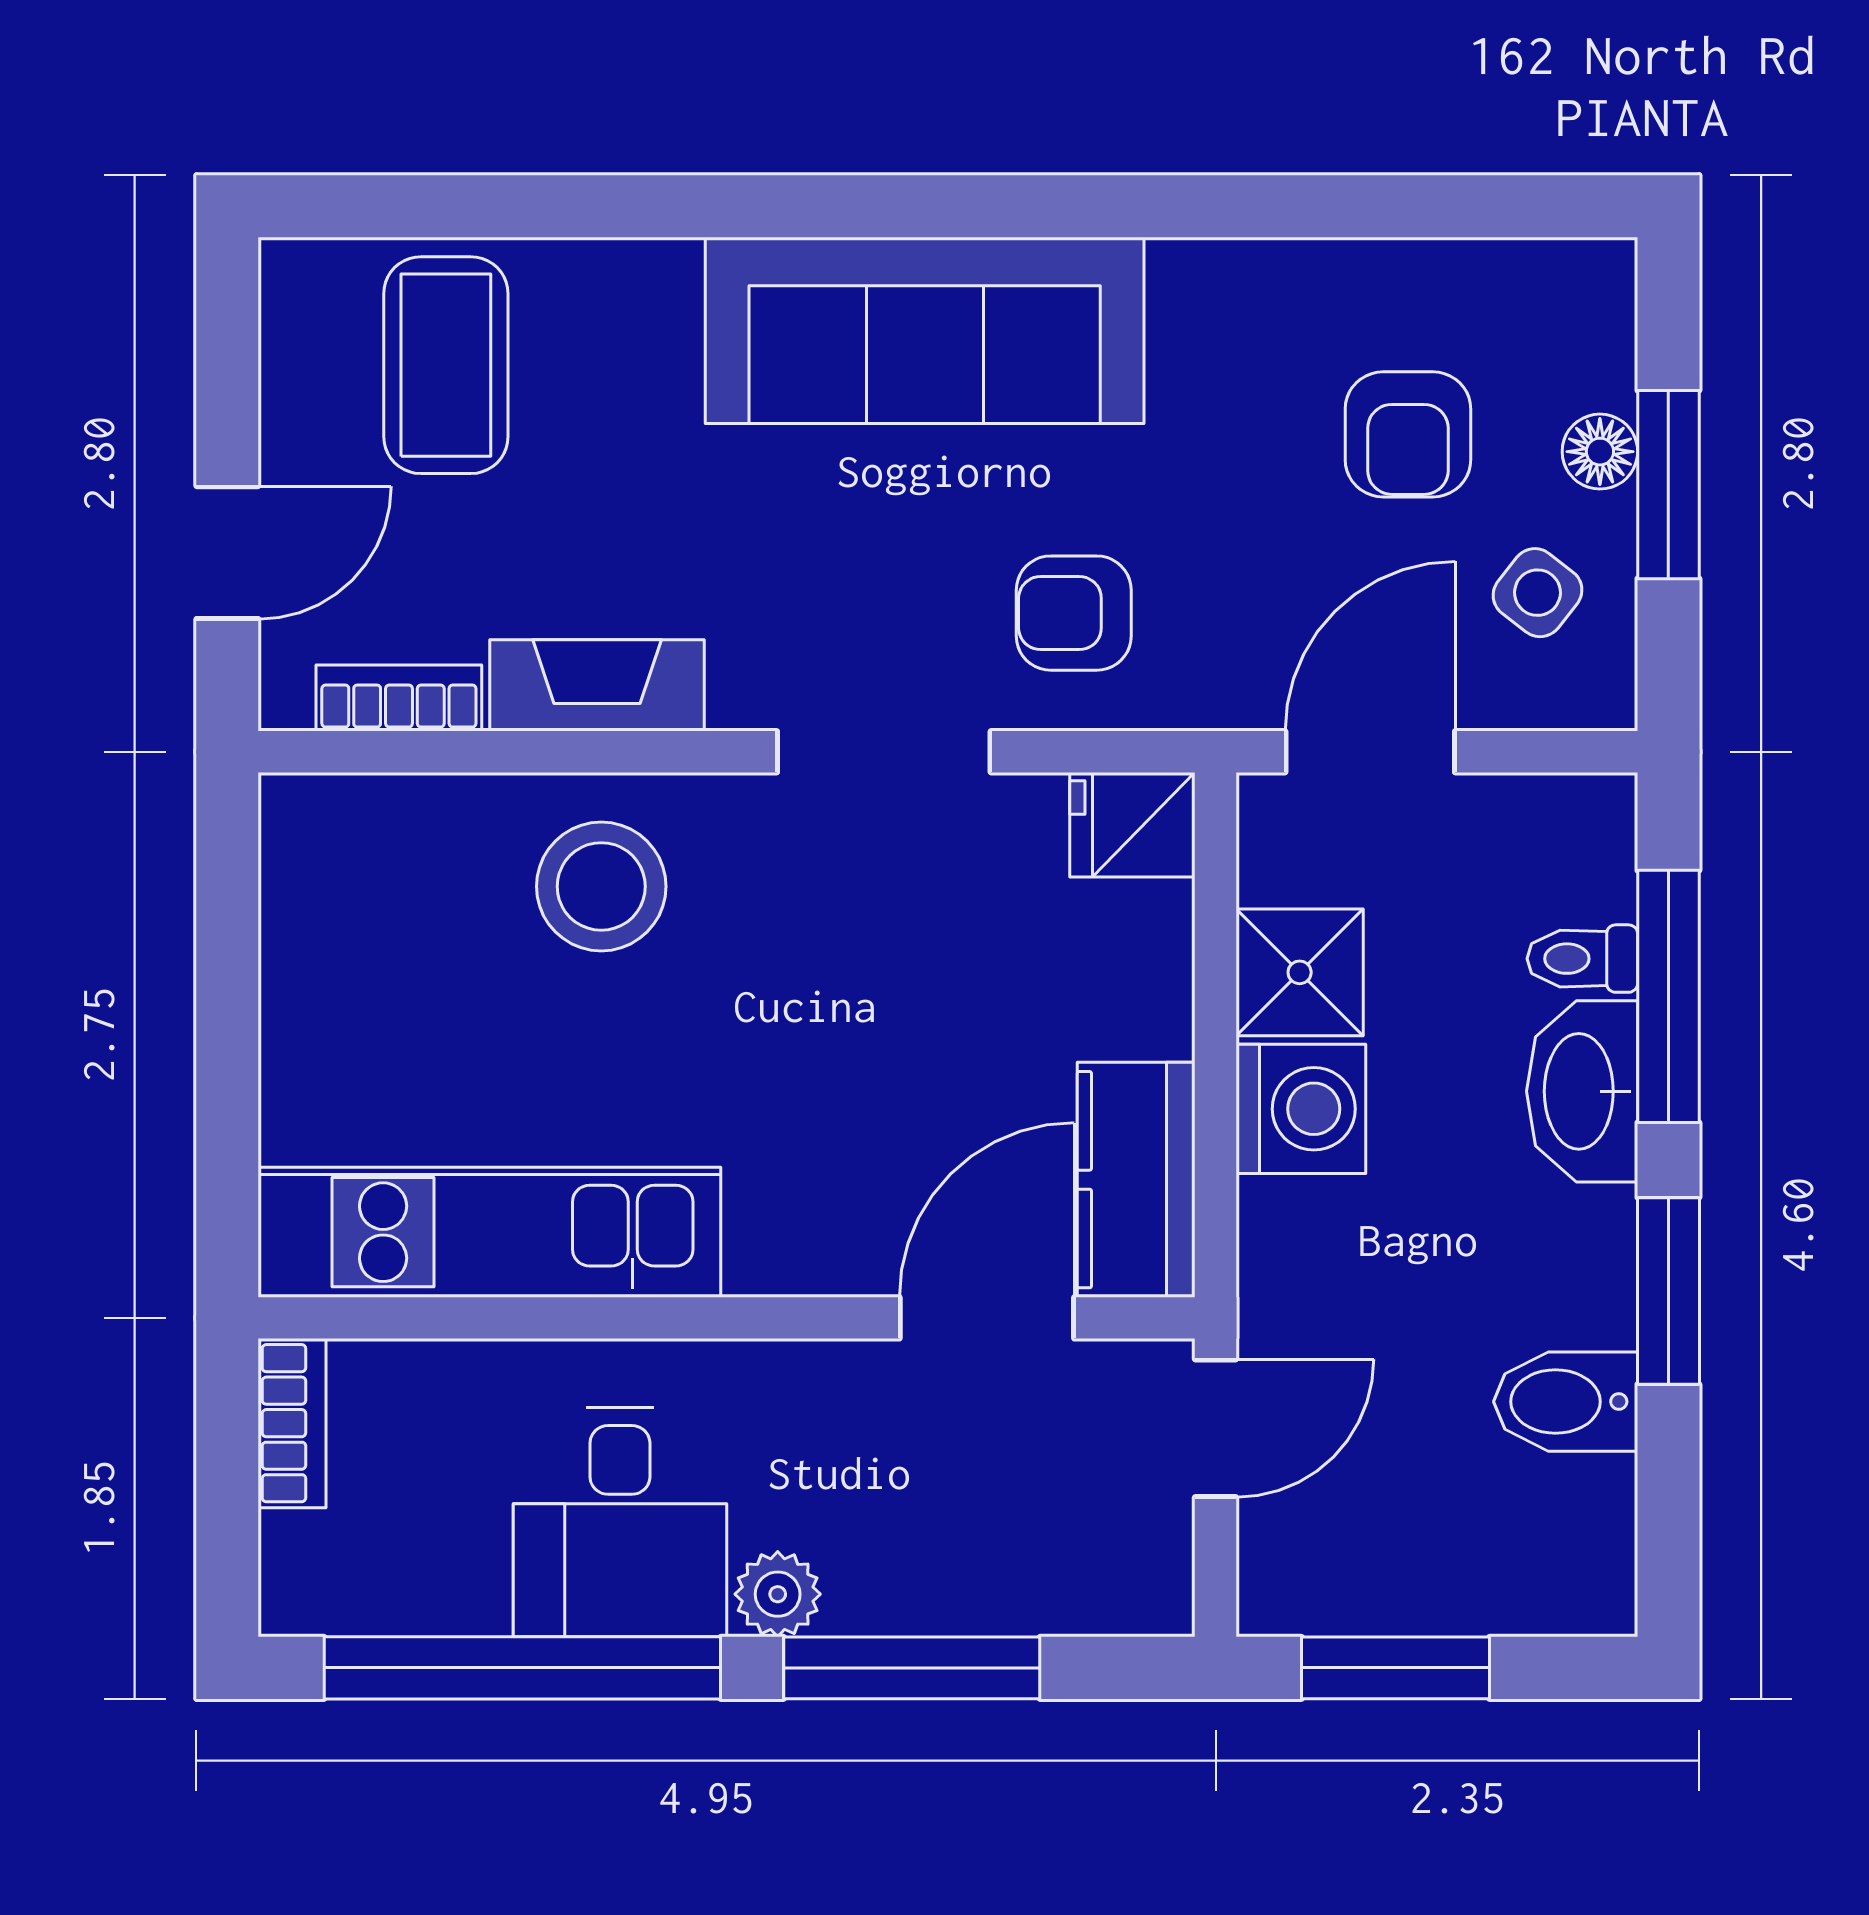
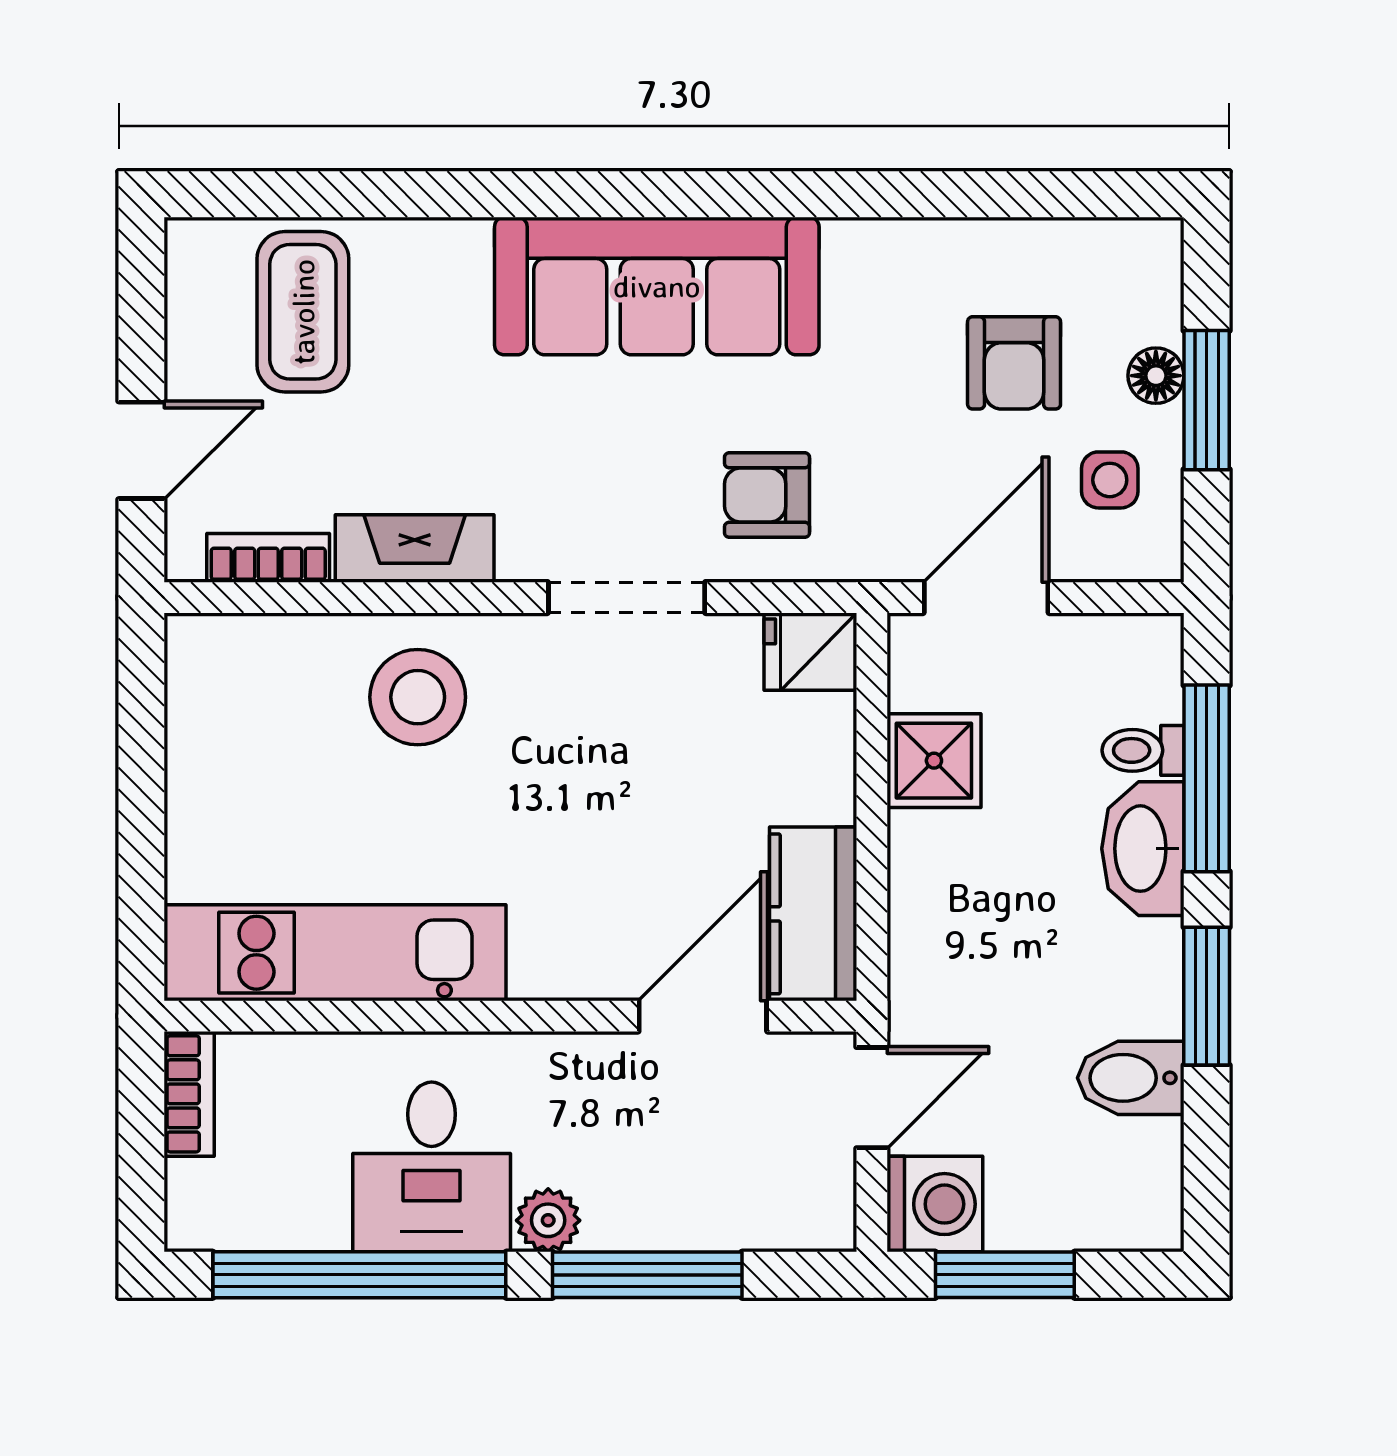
side table: (1537, 593) -> (1110, 480), turned -38
washing machine: (1301, 1109) -> (935, 1204), moved

